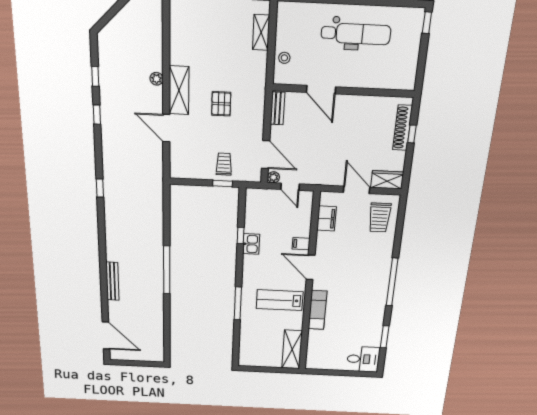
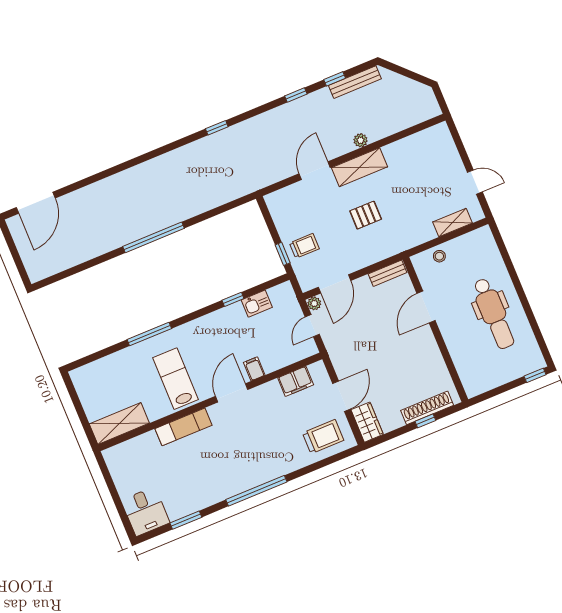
trolley: (380, 217) -> (323, 437), turned 180
kitchen sink: (251, 244) -> (257, 304), moved
bench: (112, 281) -> (355, 82), moved

